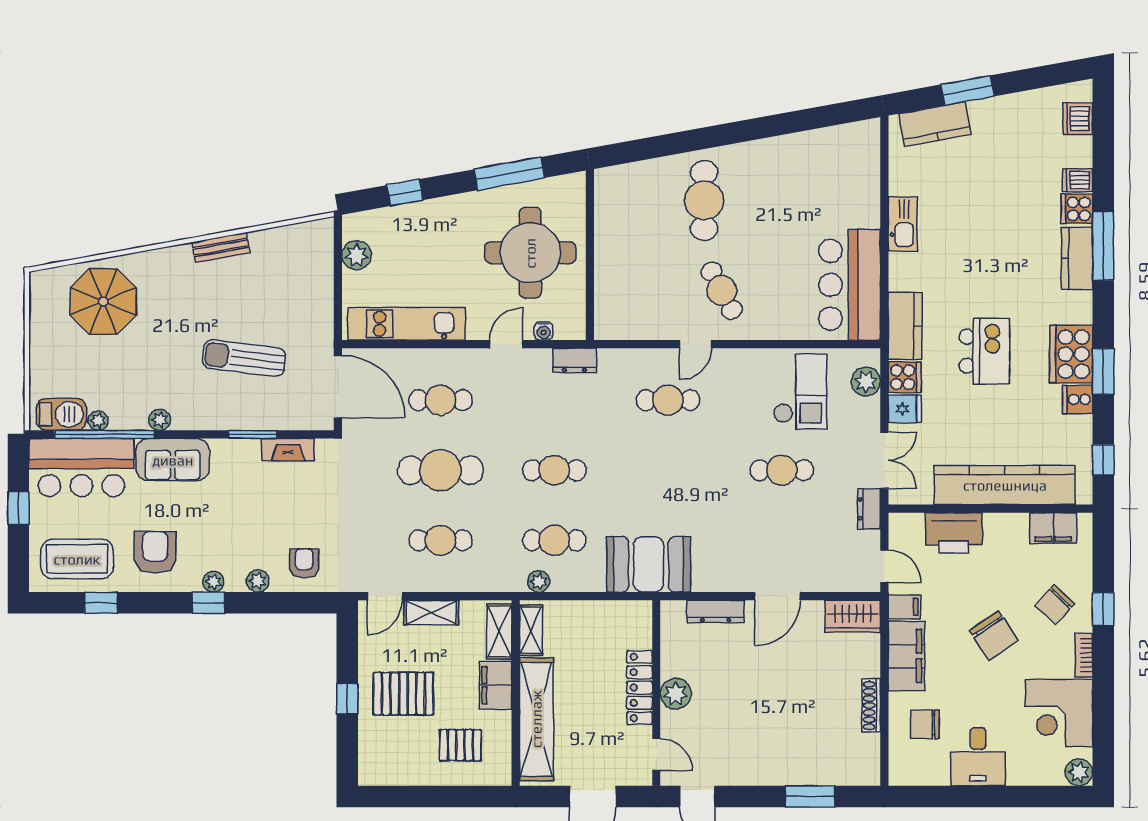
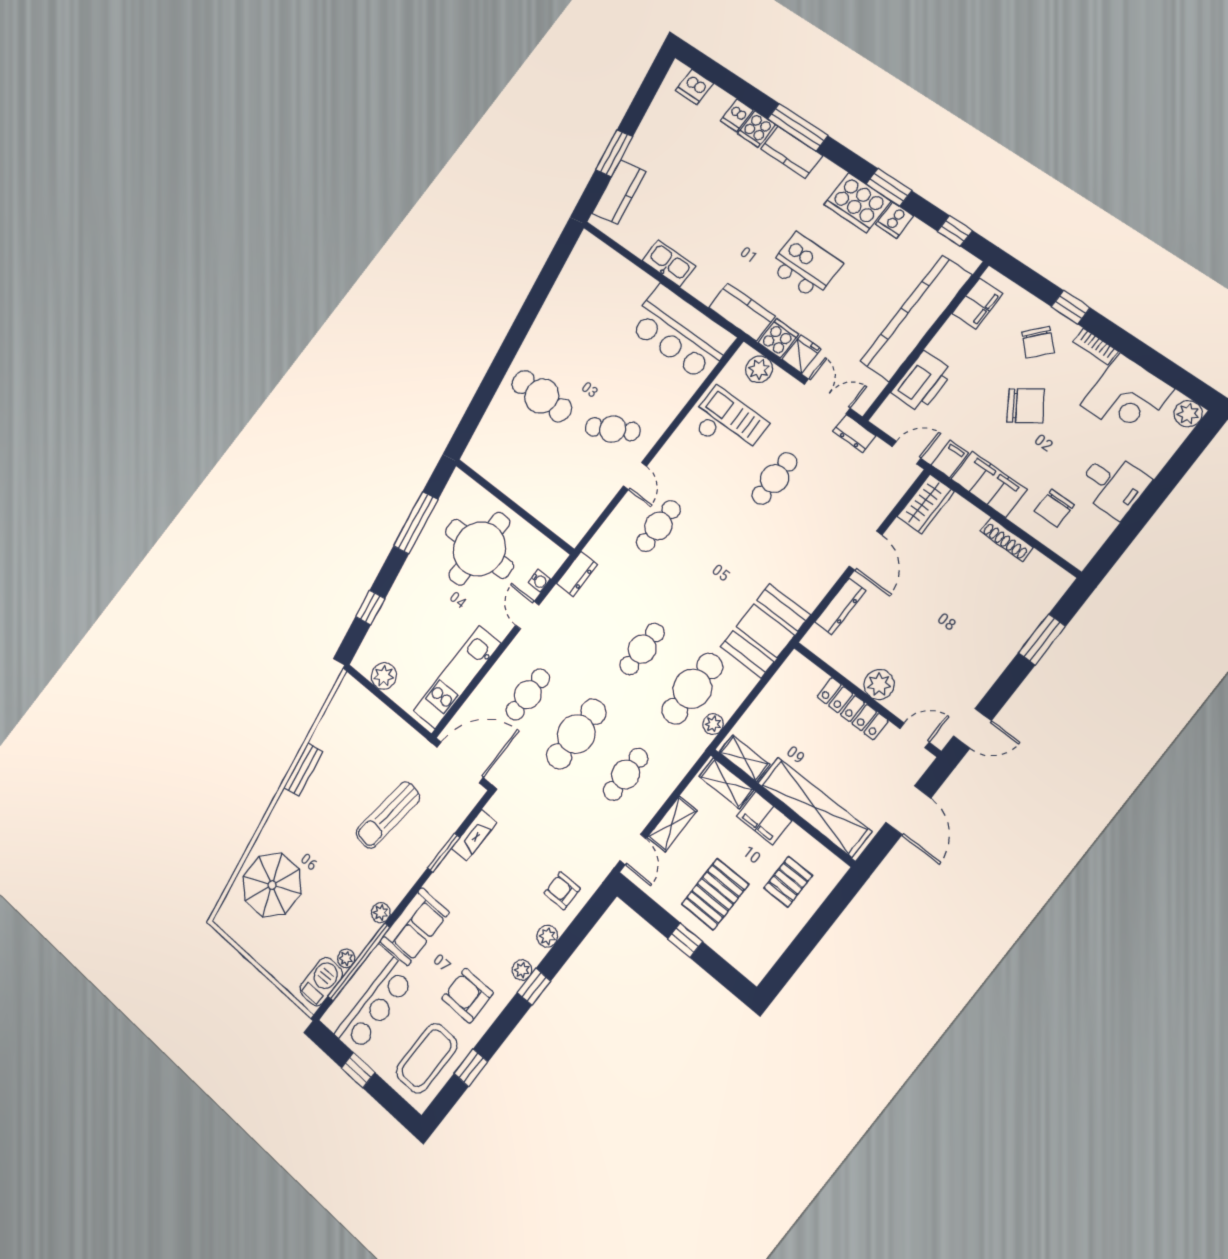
cafe table: (554, 540) -> (692, 689), width x1.37, depth x1.35

